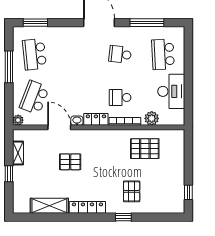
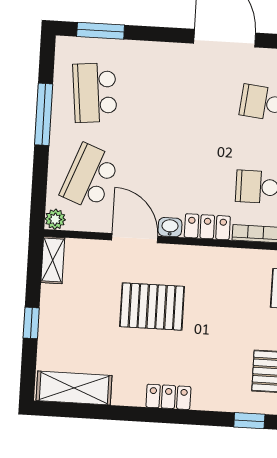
shelving: (18, 153) -> (53, 260), moved
pallet: (70, 162) -> (152, 307), width x1.50, depth x1.42
shelving: (49, 206) -> (74, 388), moved
locker: (87, 207) -> (168, 397), width x0.66

